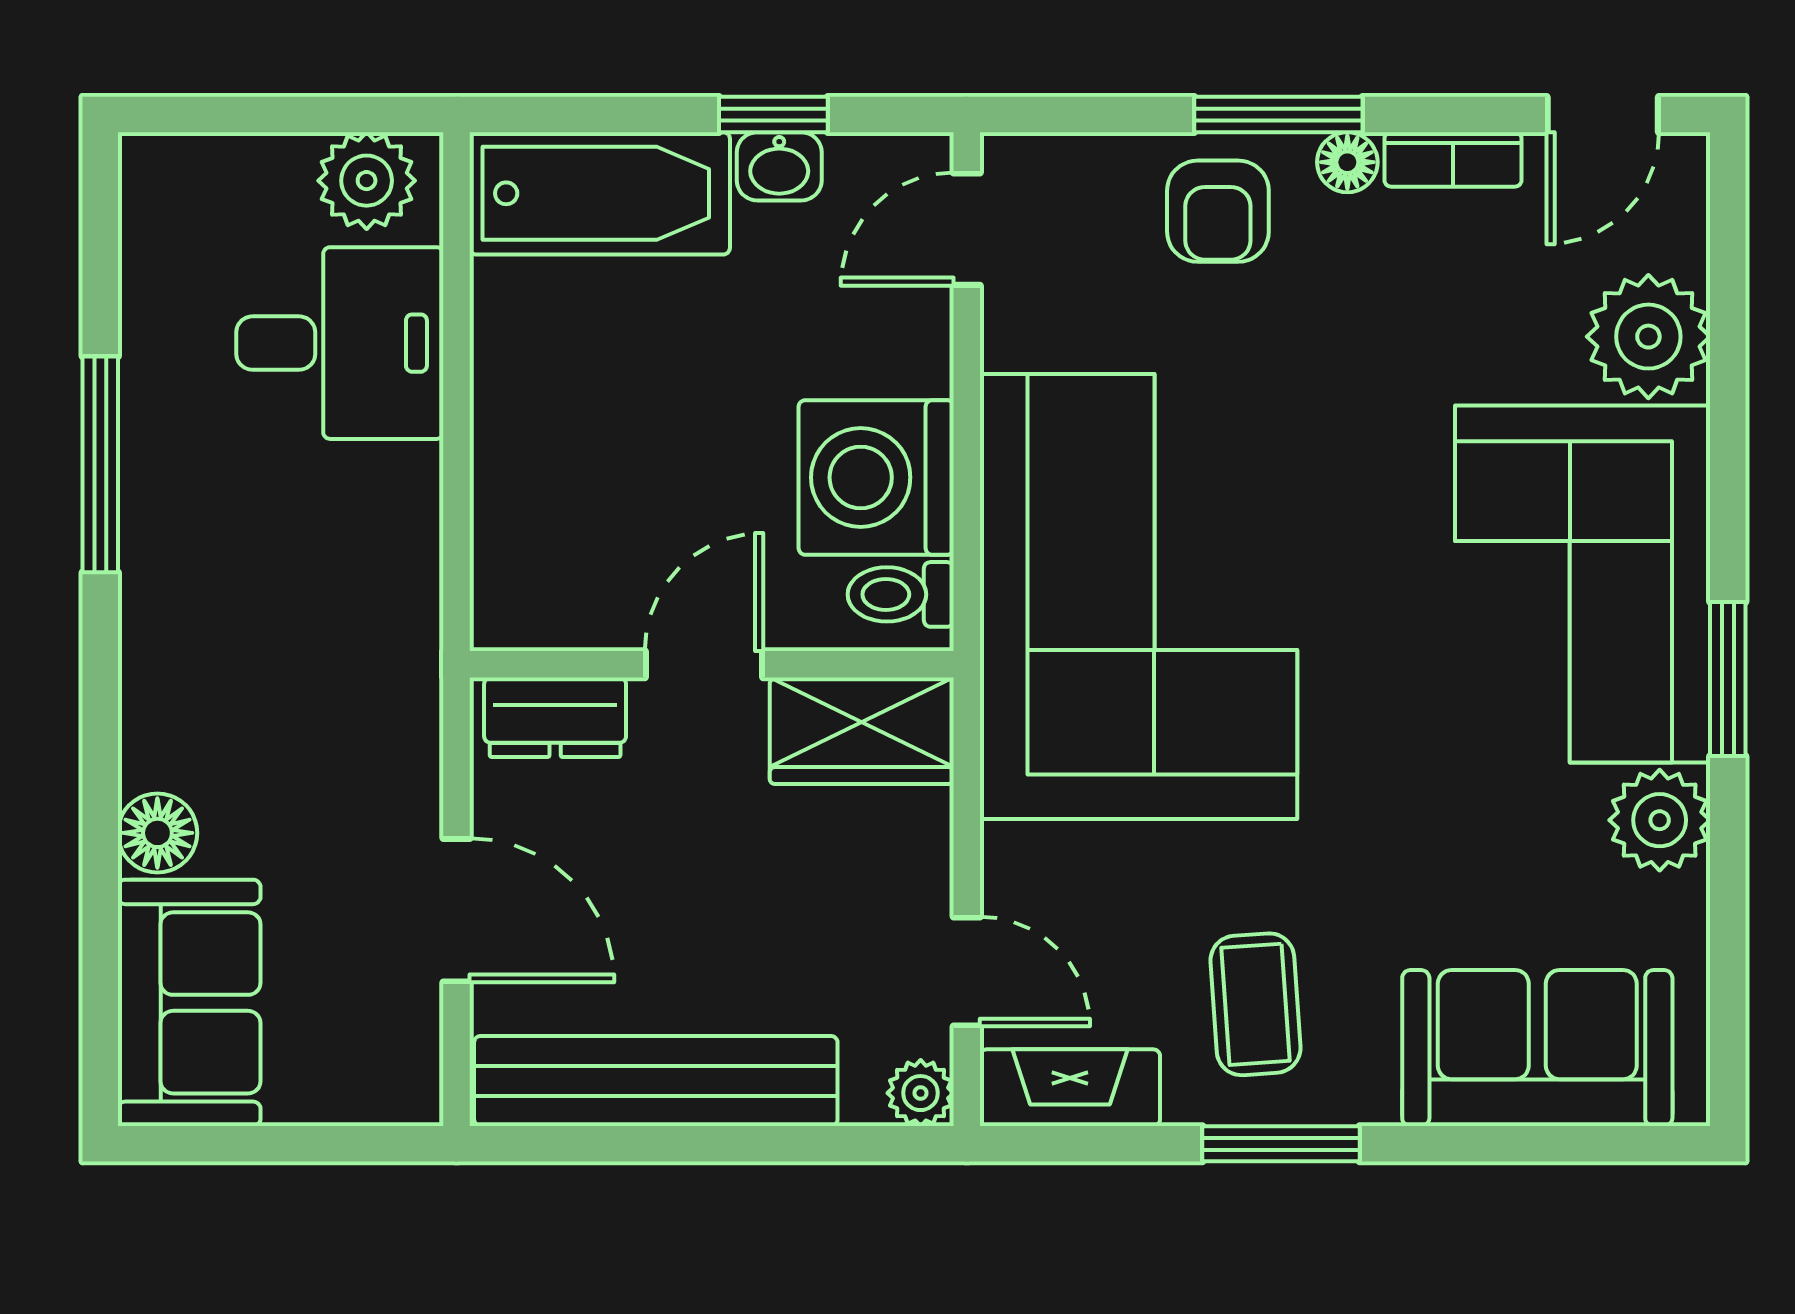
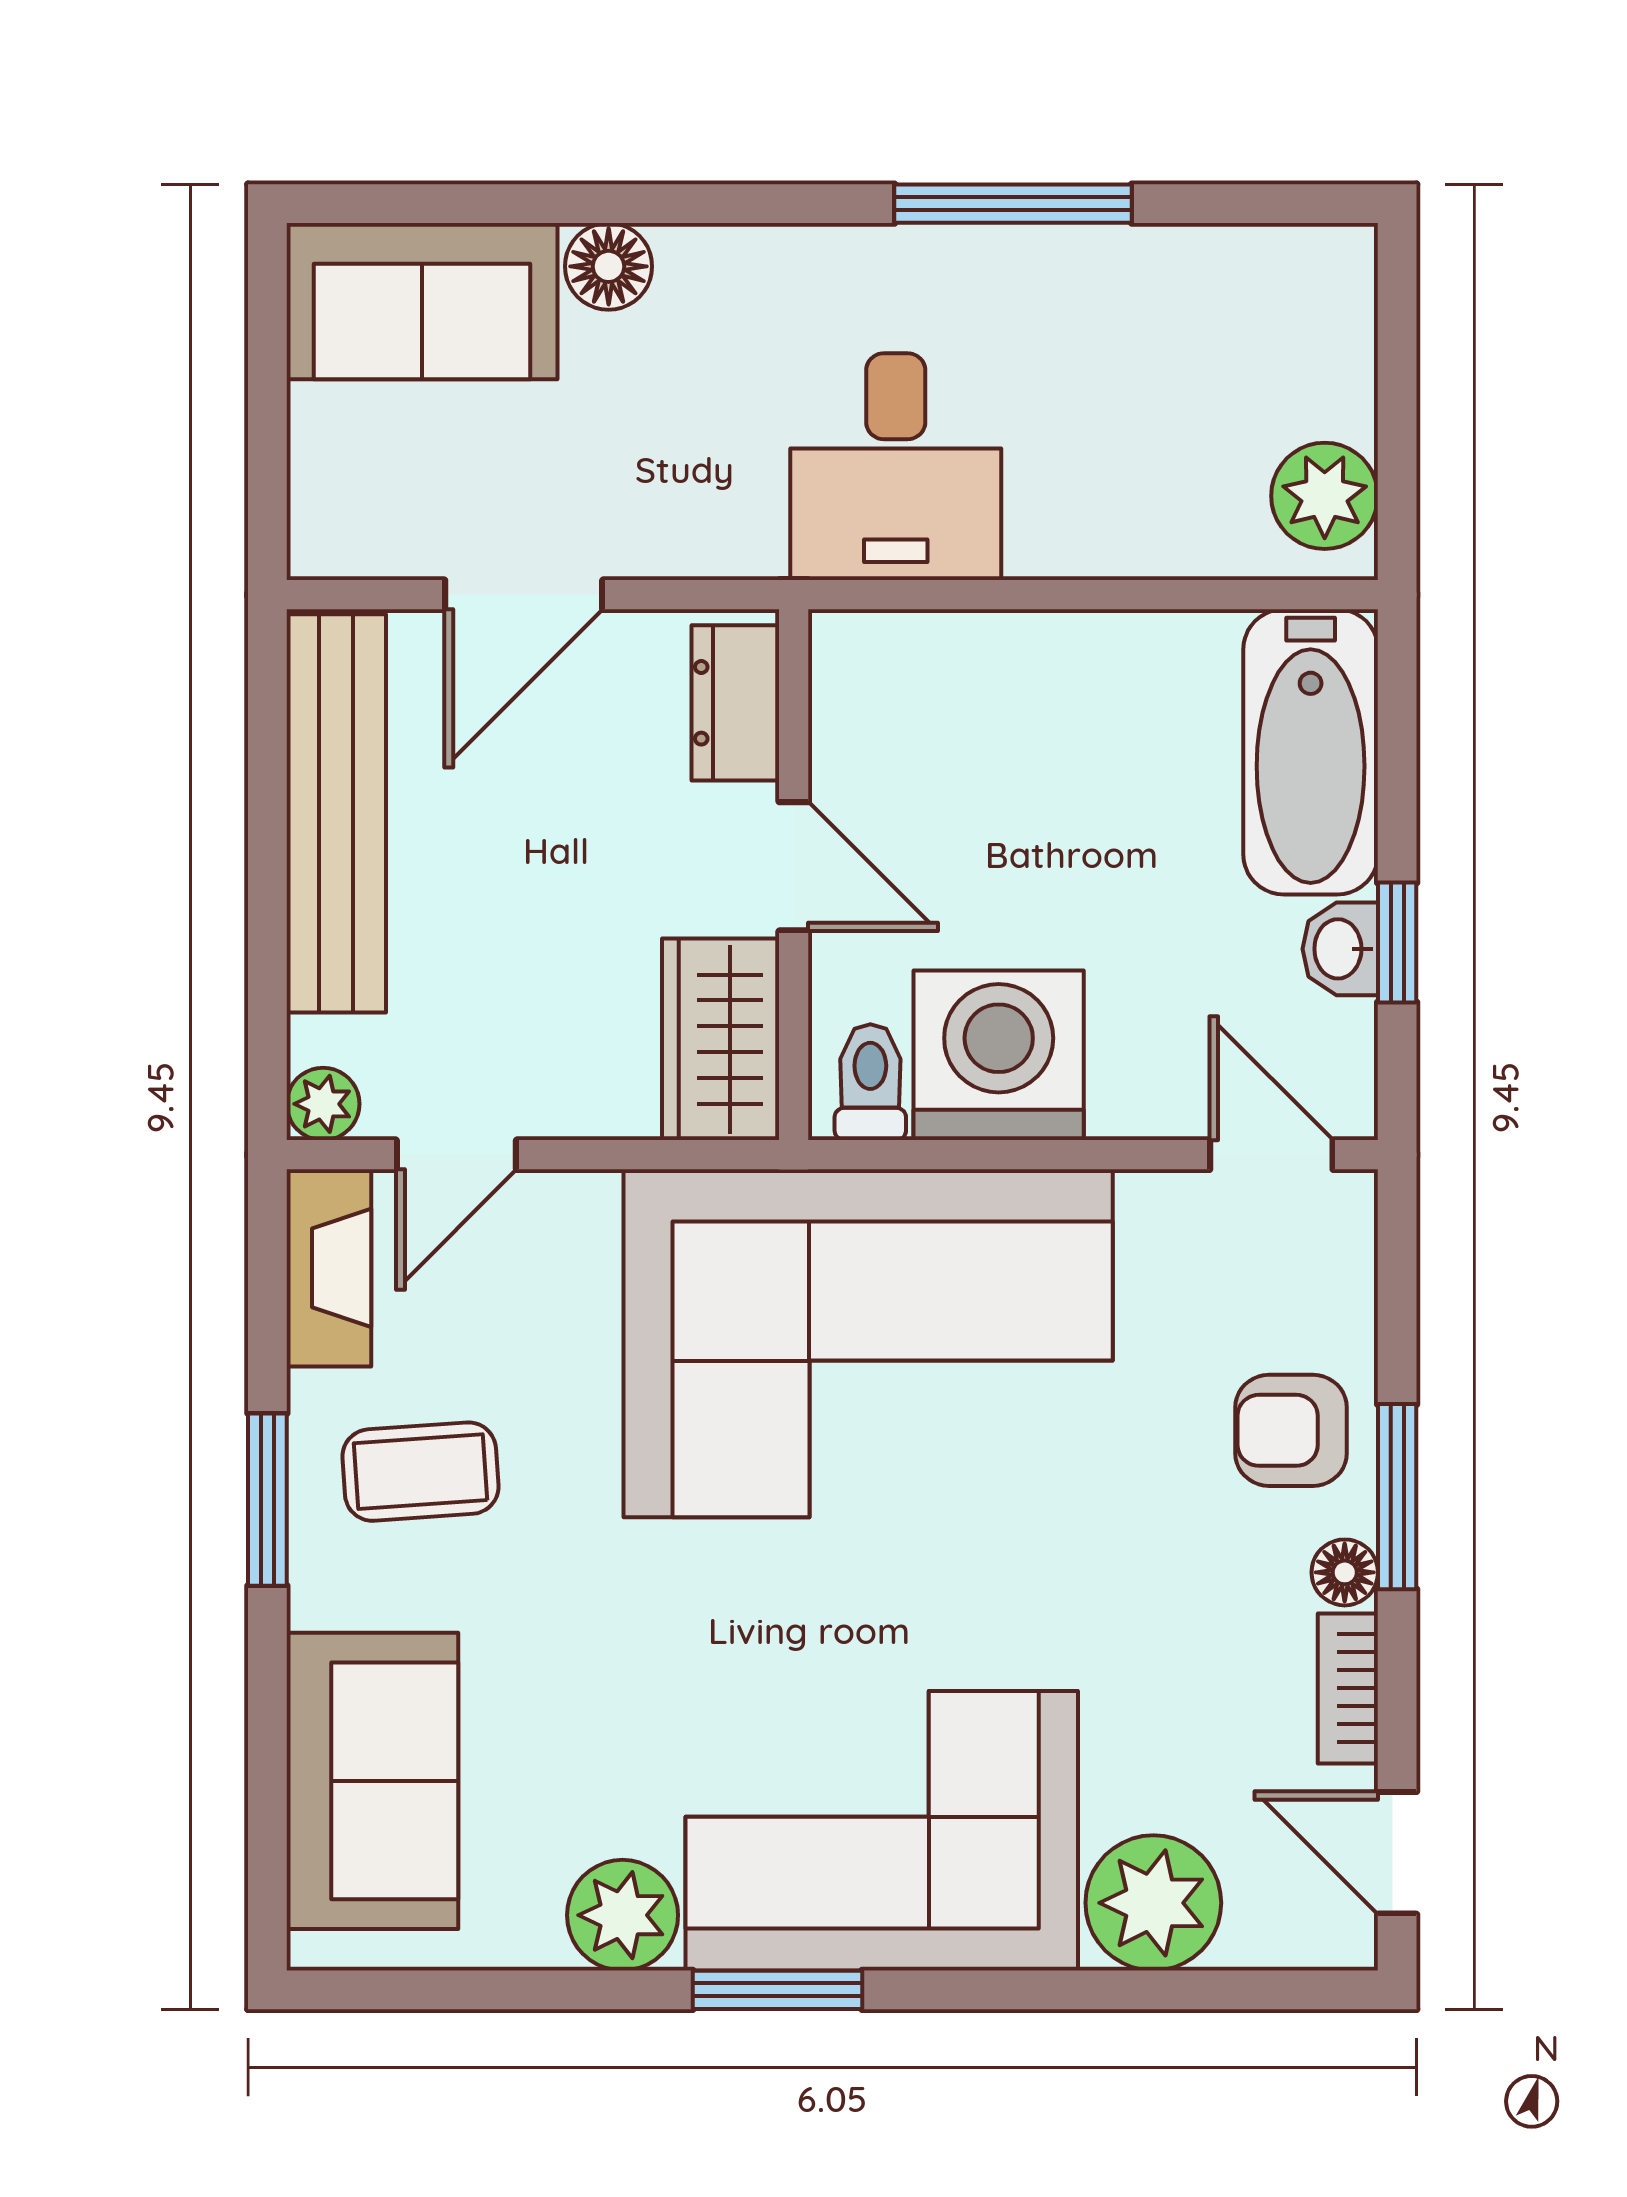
desk: (340, 343) -> (896, 467), moved

